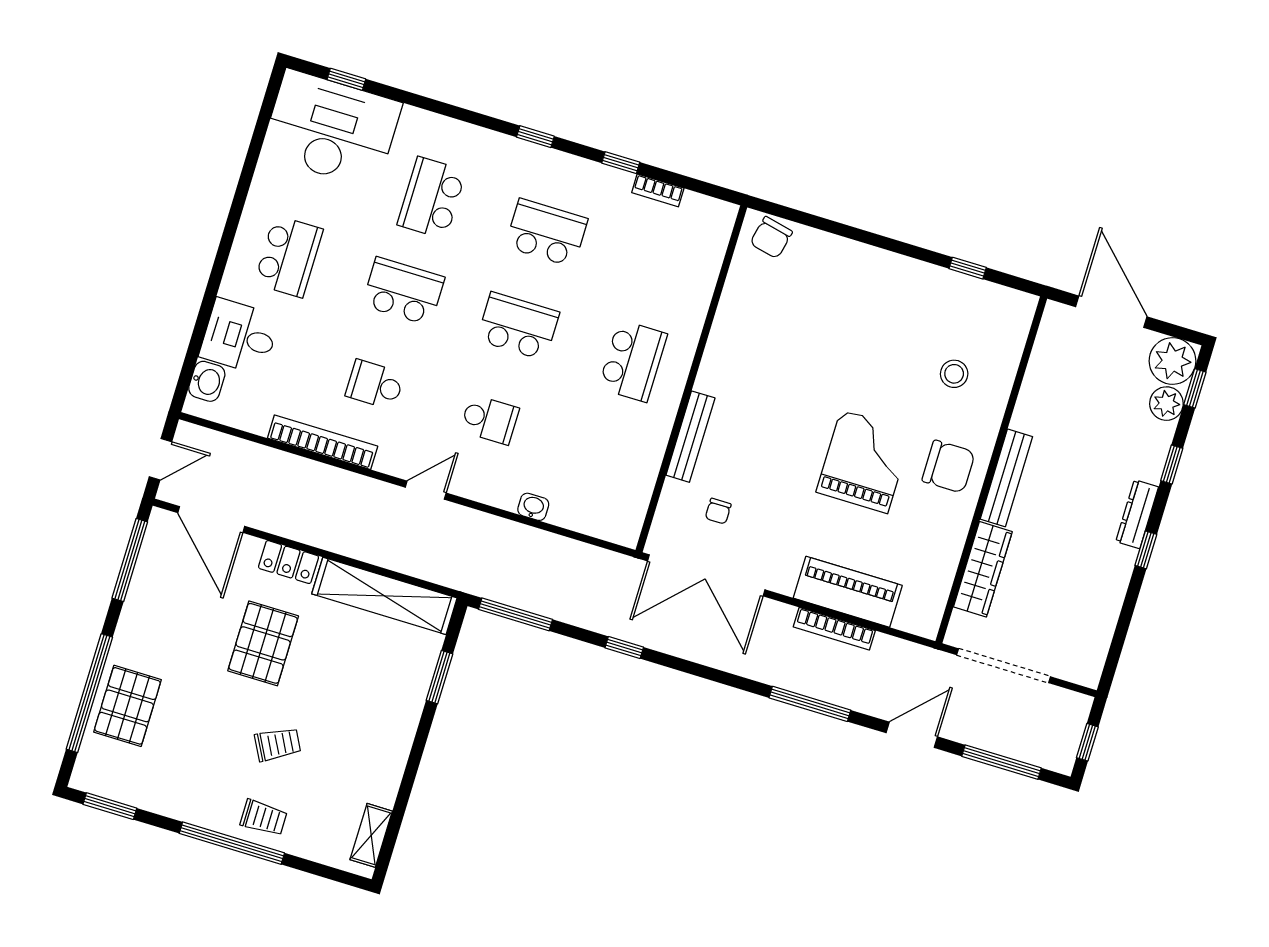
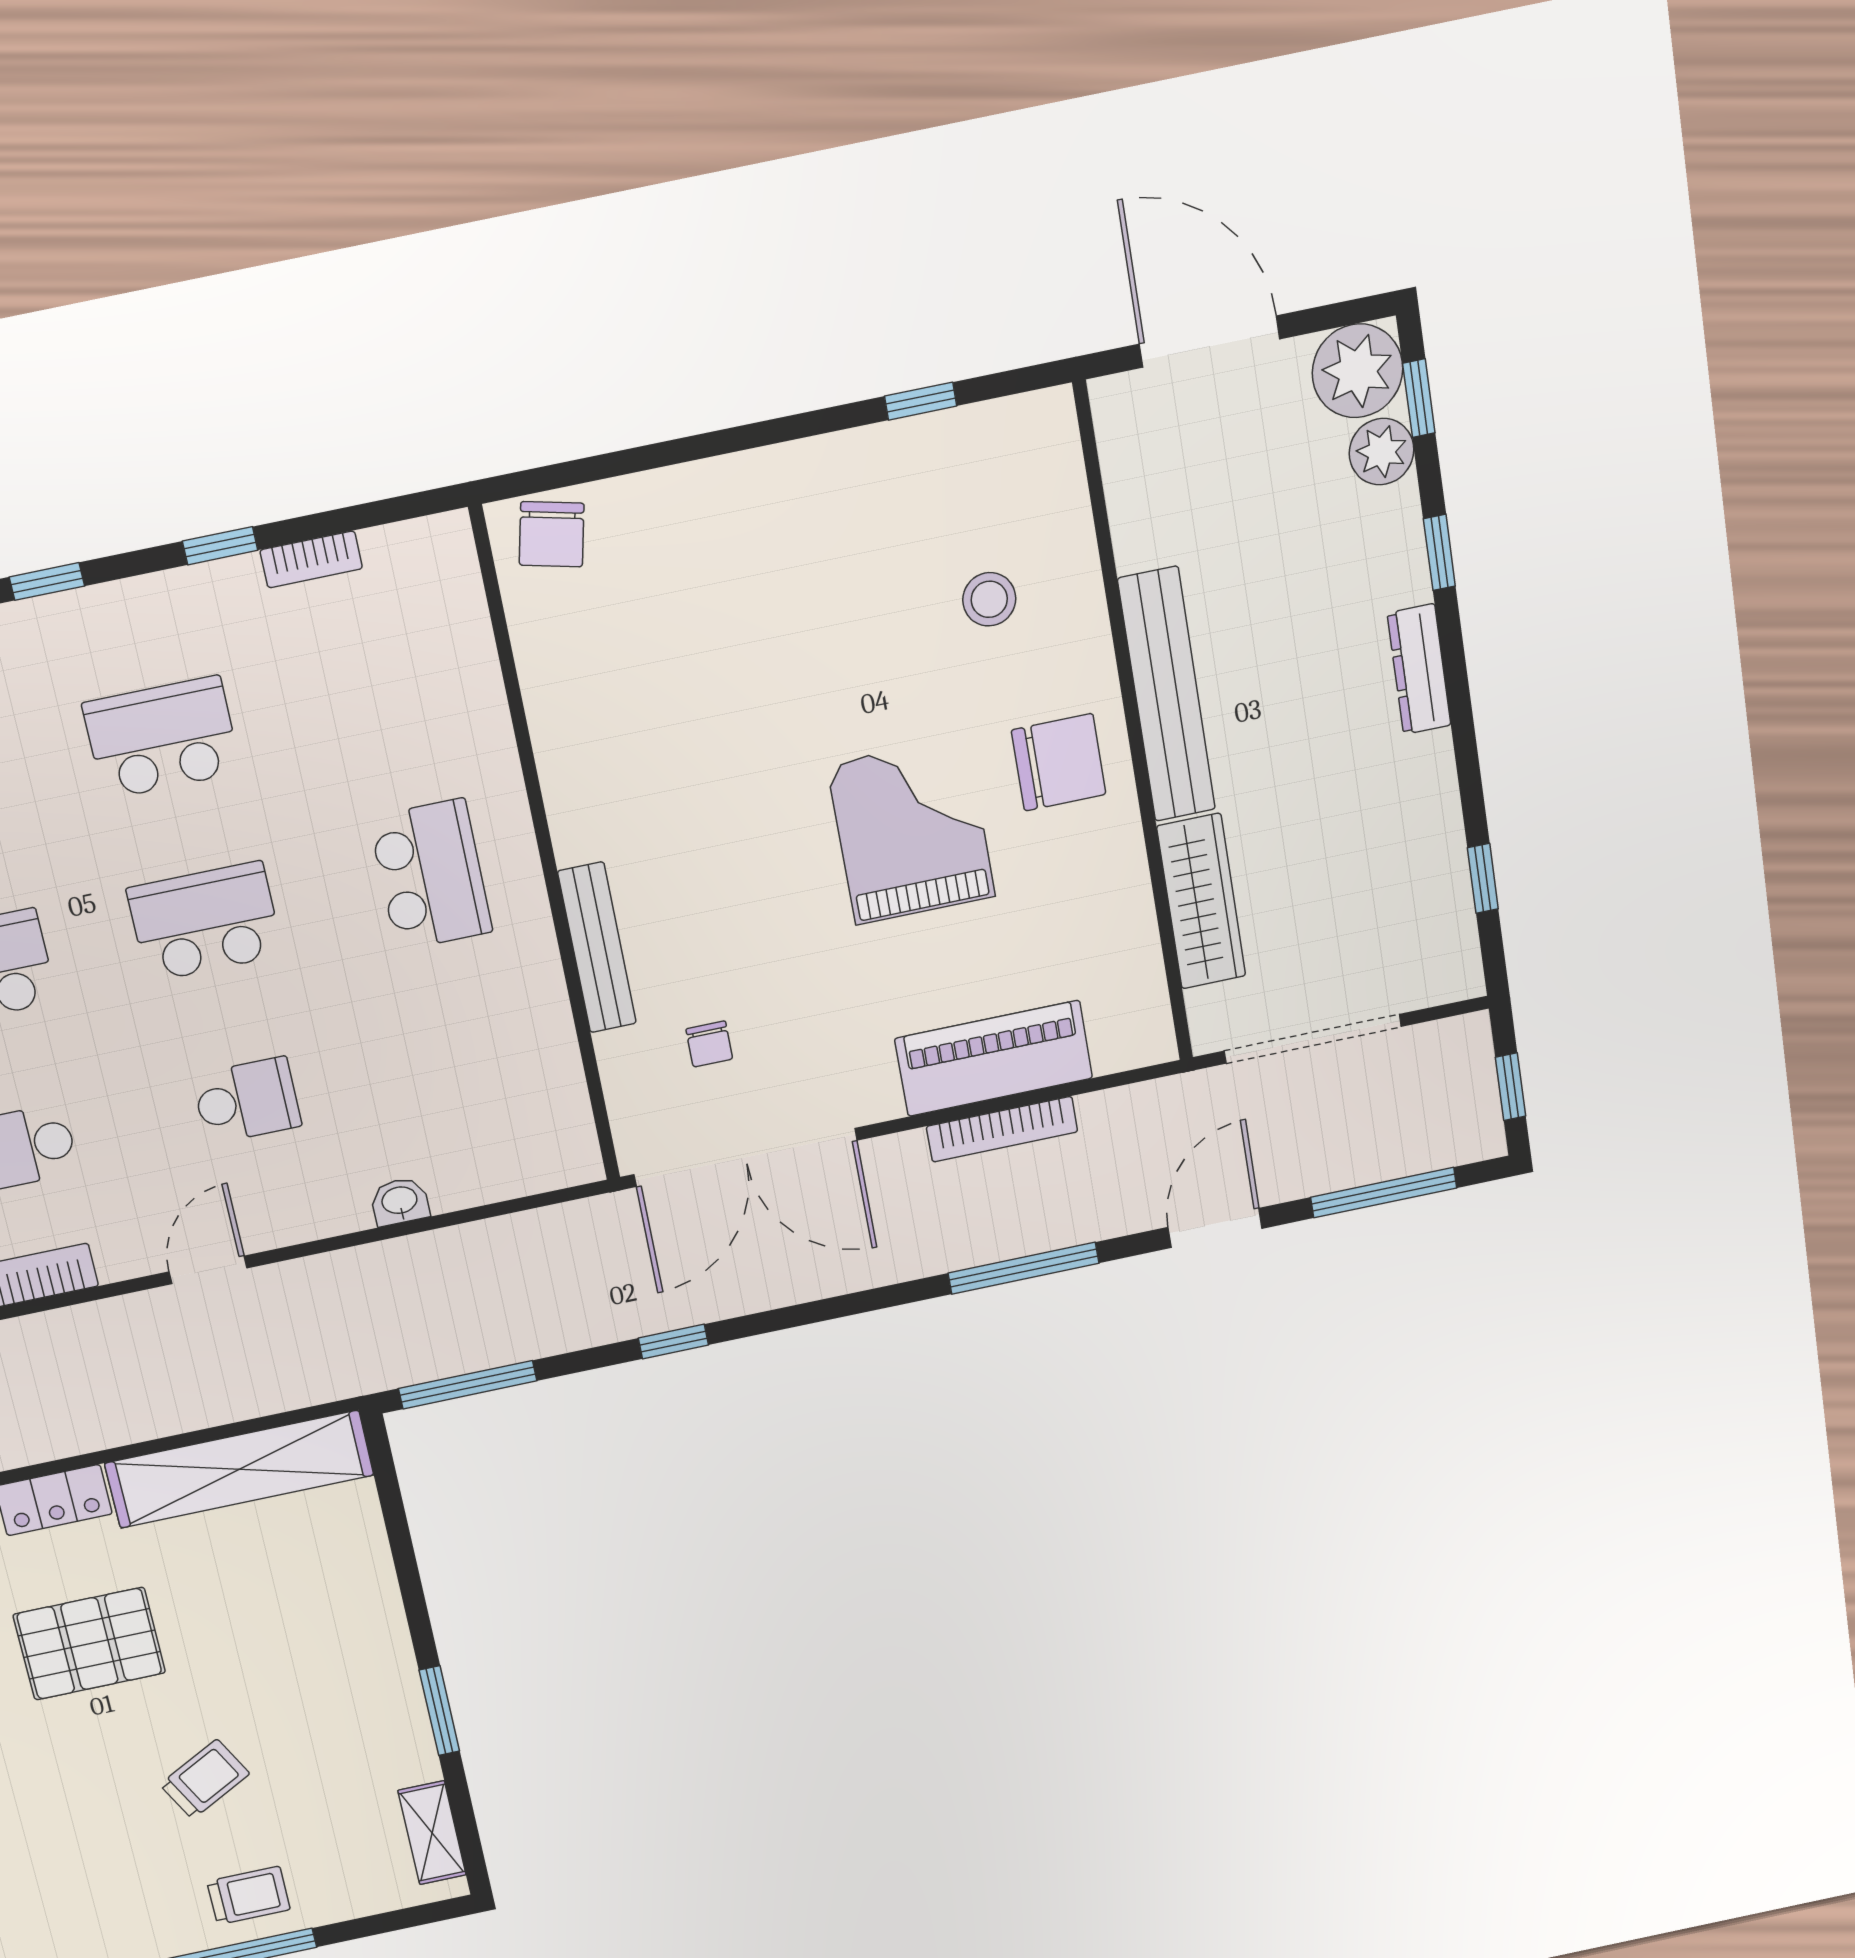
bench: (1006, 478) -> (1167, 694), width x1.37, depth x1.21
window: (1146, 550) -> (1483, 878), moved
pallet: (263, 643) -> (89, 1644), turned 90
window: (439, 677) -> (439, 1711), moved

